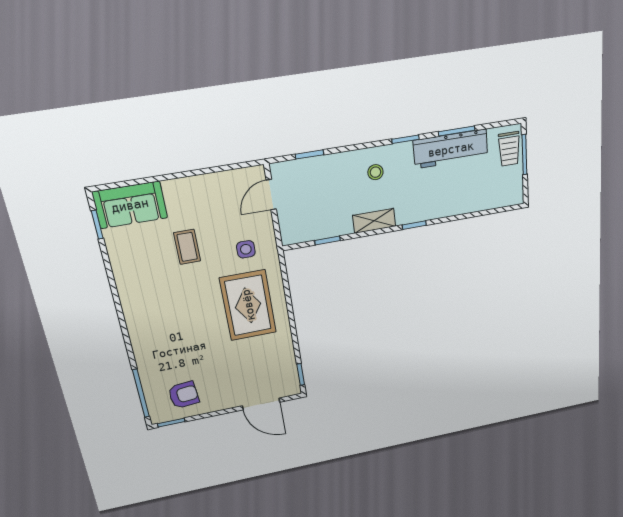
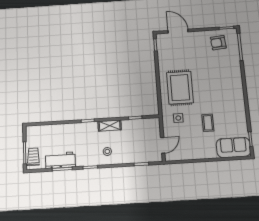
workbench: (451, 149) -> (60, 160), width x0.73

